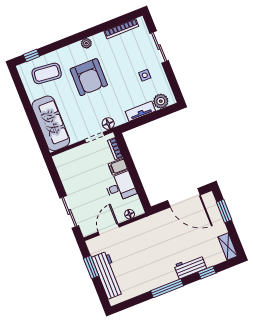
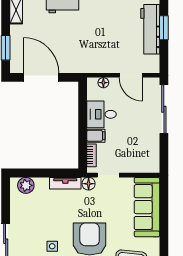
side table: (145, 75) -> (52, 246), moved
tv unit: (140, 111) -> (65, 183), moved
sliding door: (69, 212) -> (164, 109), width x1.37
door: (109, 230) -> (131, 75), hinge flipped
window: (91, 267) -> (164, 28), moved

